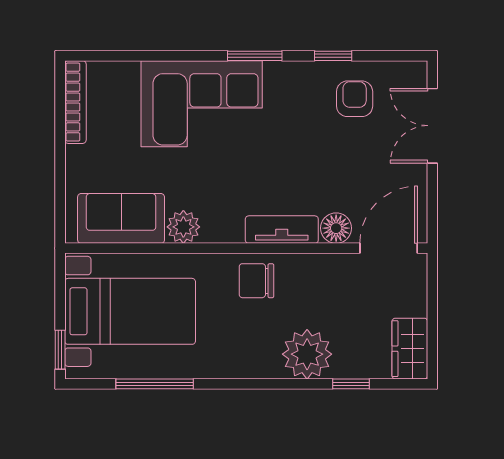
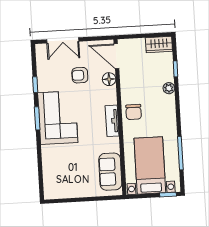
armchair: (355, 99) -> (80, 75), moved
bookcase: (75, 102) -> (61, 194), removed
corner sofa: (202, 104) -> (58, 118), moved
plant: (183, 227) -> (112, 145), removed
tv unit: (282, 230) -> (112, 121), moved
plant: (307, 354) -> (169, 88), width x0.53, depth x0.53

